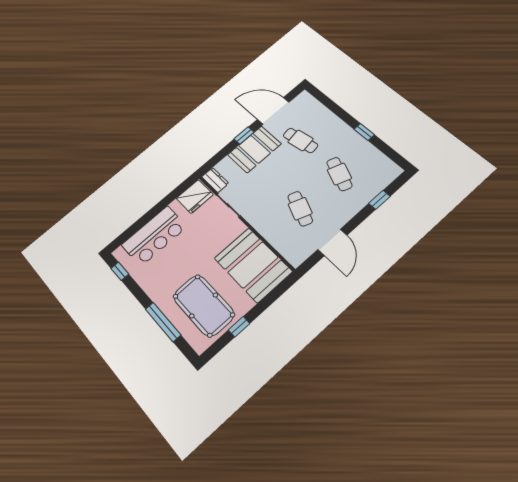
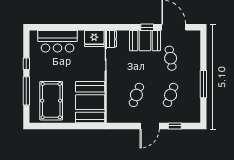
window: (364, 132) -> (203, 84), width x2.17
door: (332, 242) -> (150, 126), moved
window: (120, 271) -> (26, 64), moved
window: (239, 327) -> (58, 126), removed

